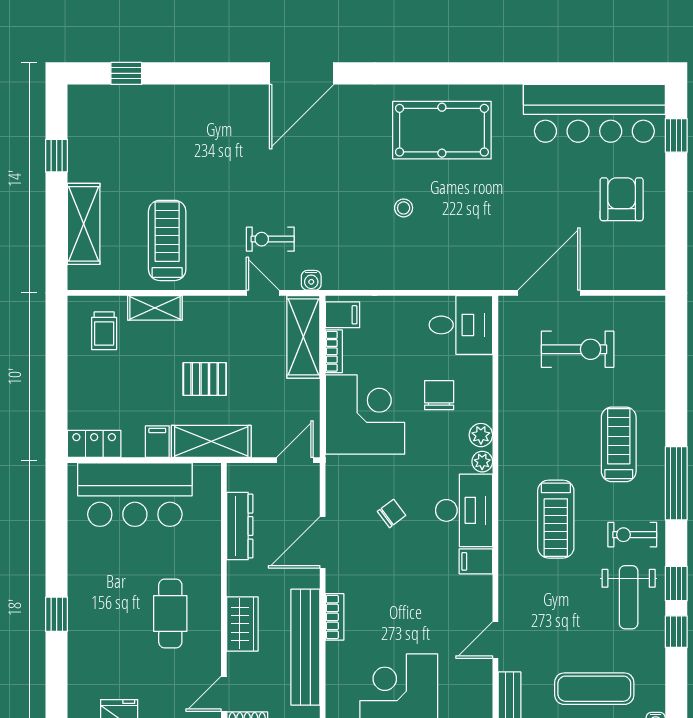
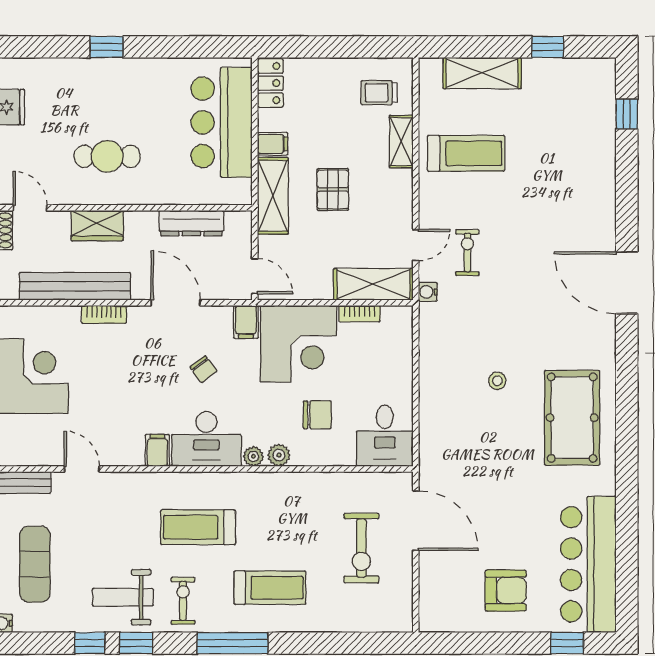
filing cabinet: (342, 315) -> (246, 322), moved

